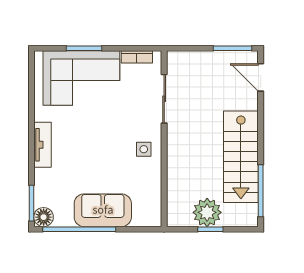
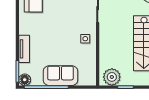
tv unit: (43, 145) -> (24, 49), moved
plant: (207, 212) -> (112, 77), moved

